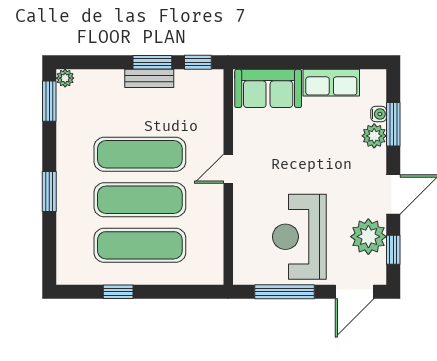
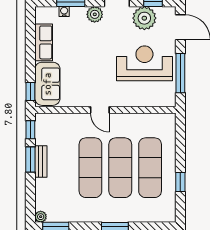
window: (256, 62) -> (30, 91), added
plant: (374, 136) -> (95, 14), moved
reception desk: (299, 237) -> (144, 63), turned 180

